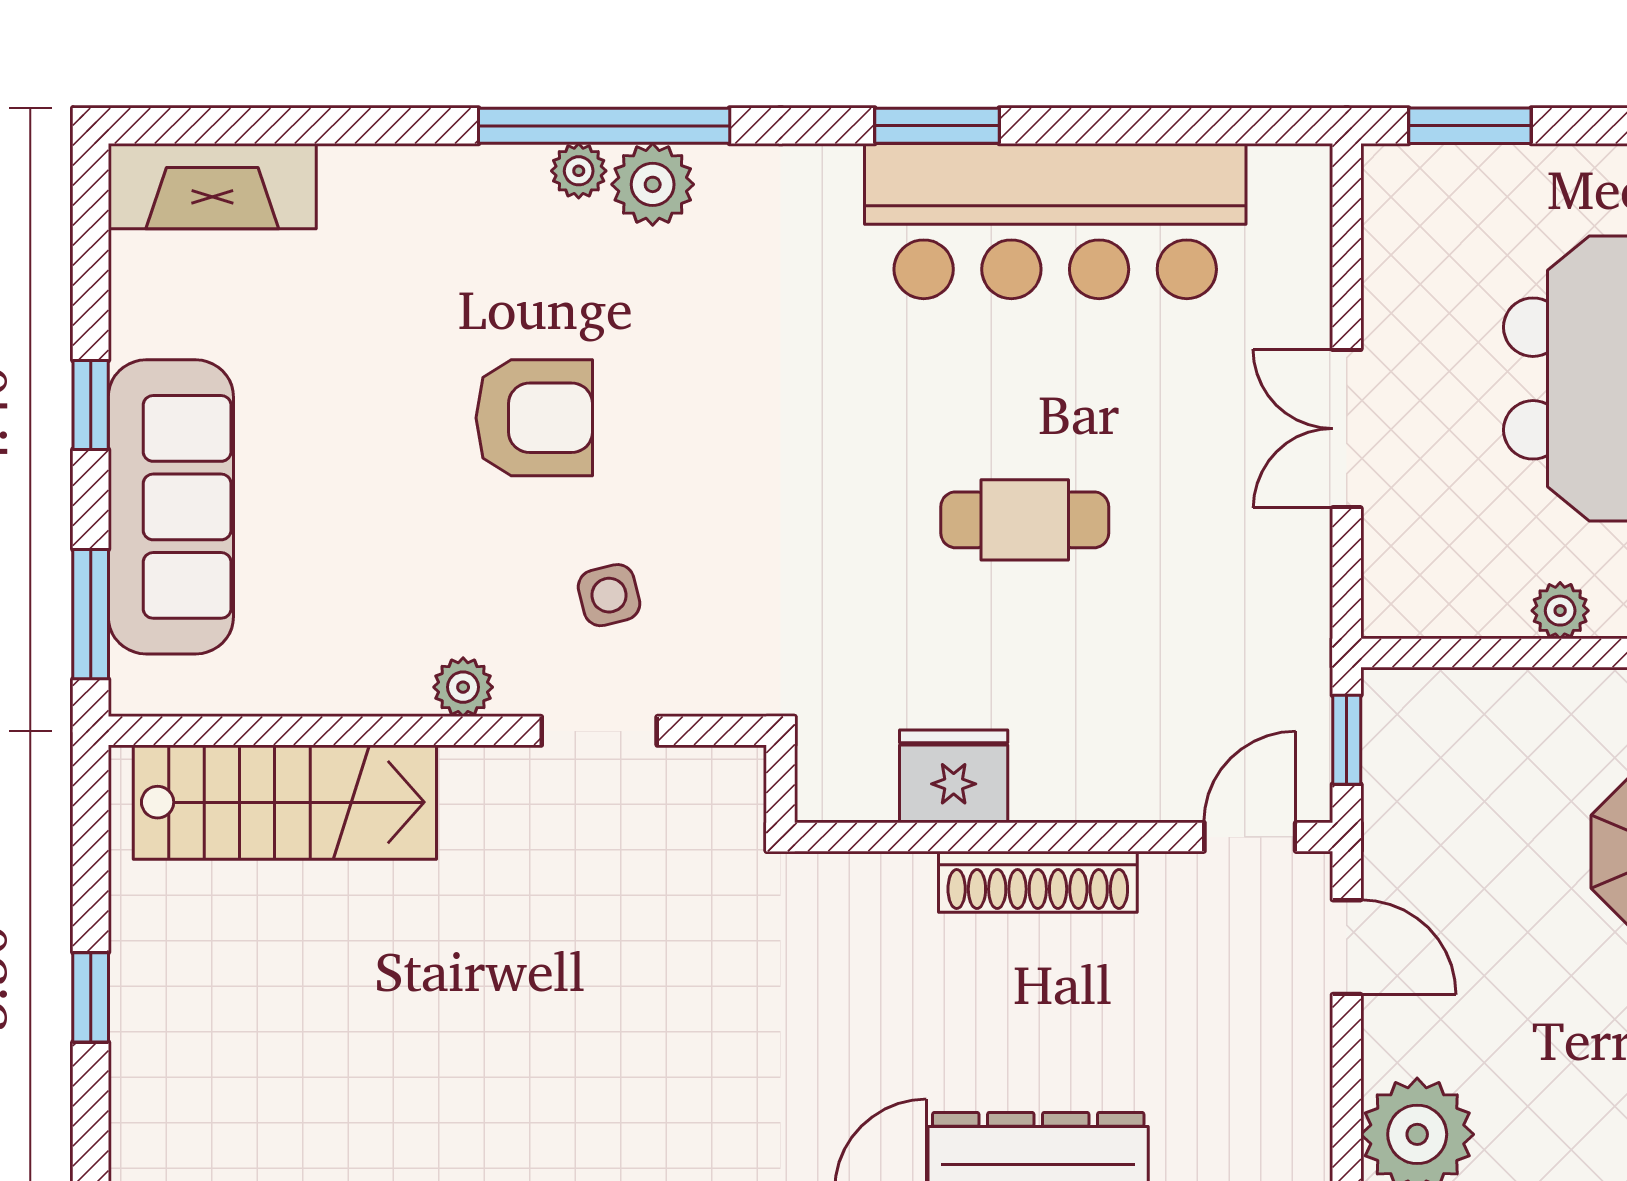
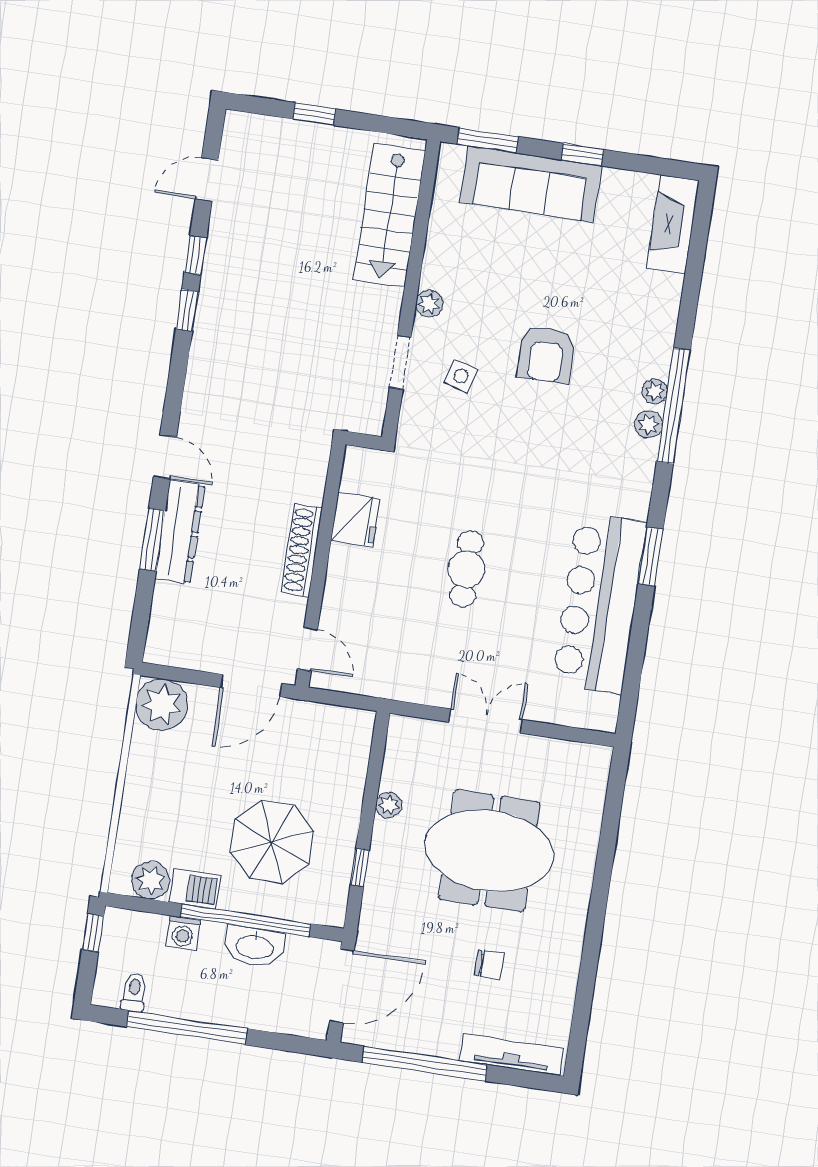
window: (1470, 126) -> (614, 797), removed
plant: (653, 184) -> (649, 425), width x0.73, depth x0.73
side table: (609, 595) -> (461, 376), turned 30
window: (1347, 740) -> (345, 700), removed
door: (1347, 947) -> (251, 685), width x1.37

